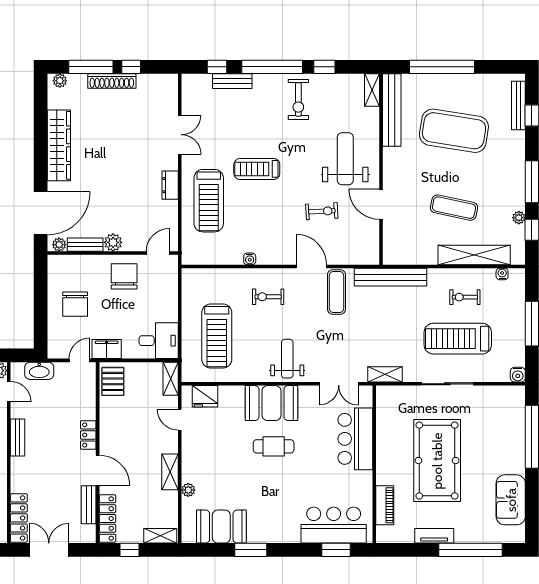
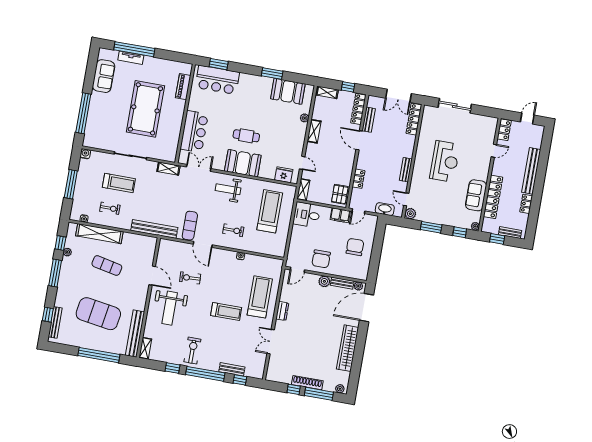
treadmill: (458, 339) -> (119, 183), width x0.73, depth x0.73
weight bench: (287, 359) -> (228, 189), turned 90
locker: (88, 435) -> (358, 179), moved
tv unit: (434, 536) -> (131, 58), moved

